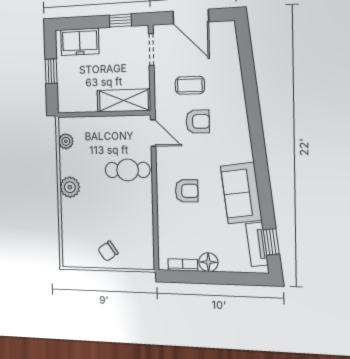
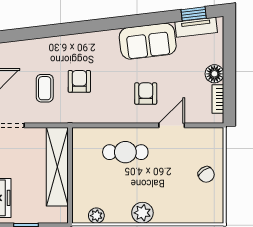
shelving: (124, 100) -> (57, 167), width x1.47
door: (153, 133) -> (172, 125), moved
cafe table: (128, 170) -> (125, 152), turned 90

